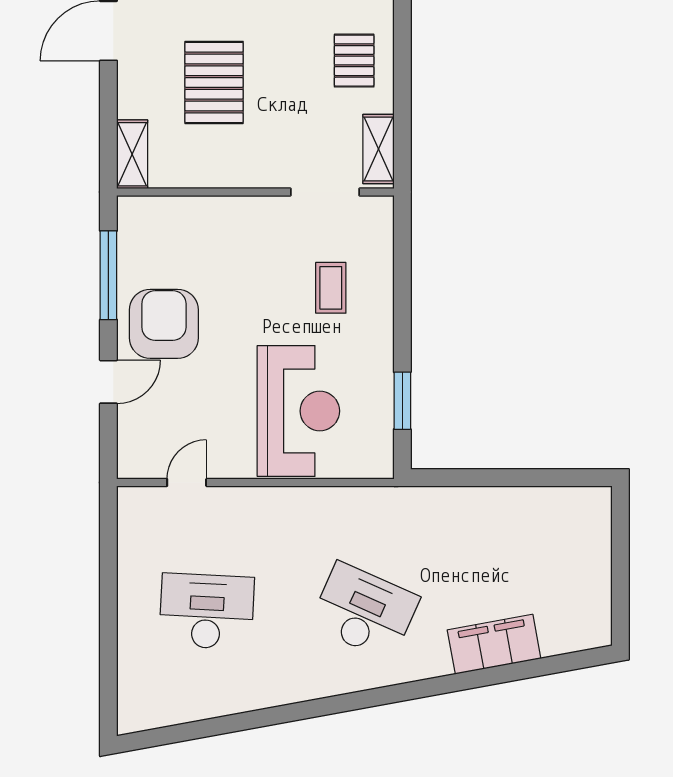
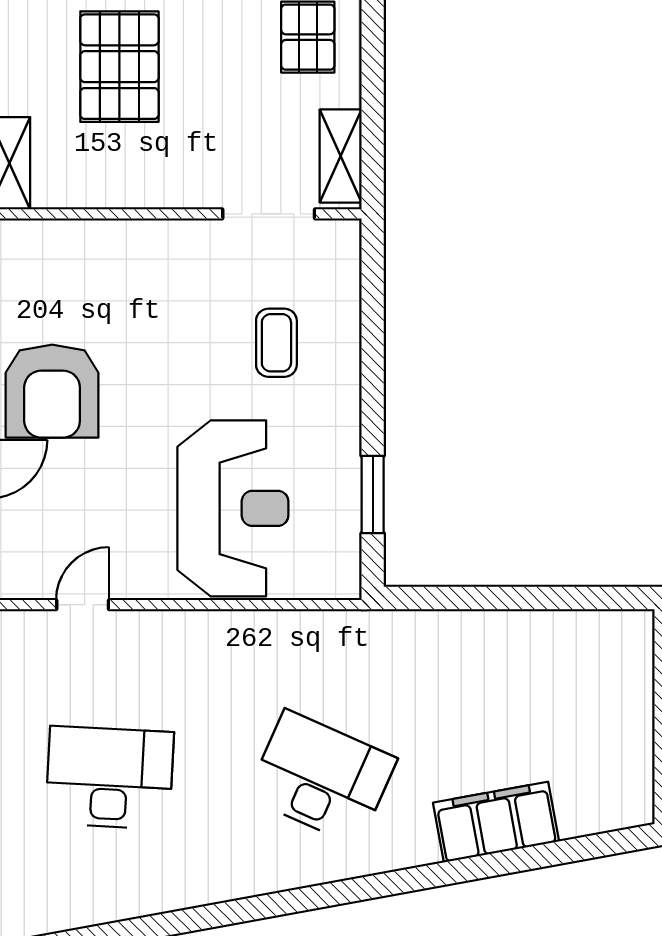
armchair: (164, 324) -> (52, 391), turned 180

